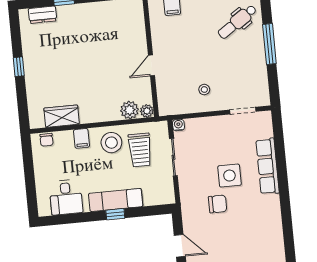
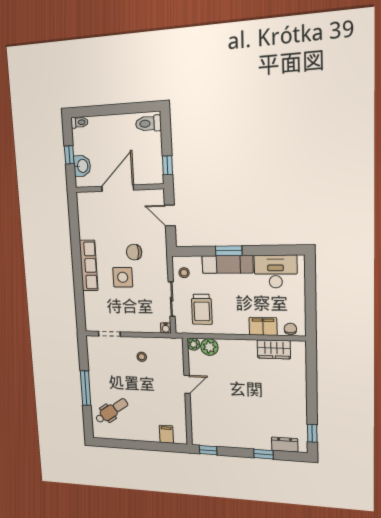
window: (19, 67) -> (312, 433), moved
filing cabinet: (81, 138) -> (263, 326), width x2.00
stool: (111, 143) -> (184, 273), moved, width x0.53, depth x0.53
trolley: (140, 150) -> (202, 309), turned 180
row of seats: (268, 166) -> (89, 265), moved
desk: (66, 197) -> (276, 272), width x1.37
window: (115, 214) -> (229, 251), width x1.50

